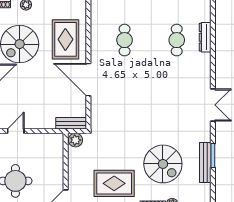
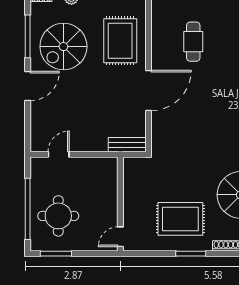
door: (88, 80) -> (149, 90), swing flipped
plant: (76, 140) -> (133, 165), removed

